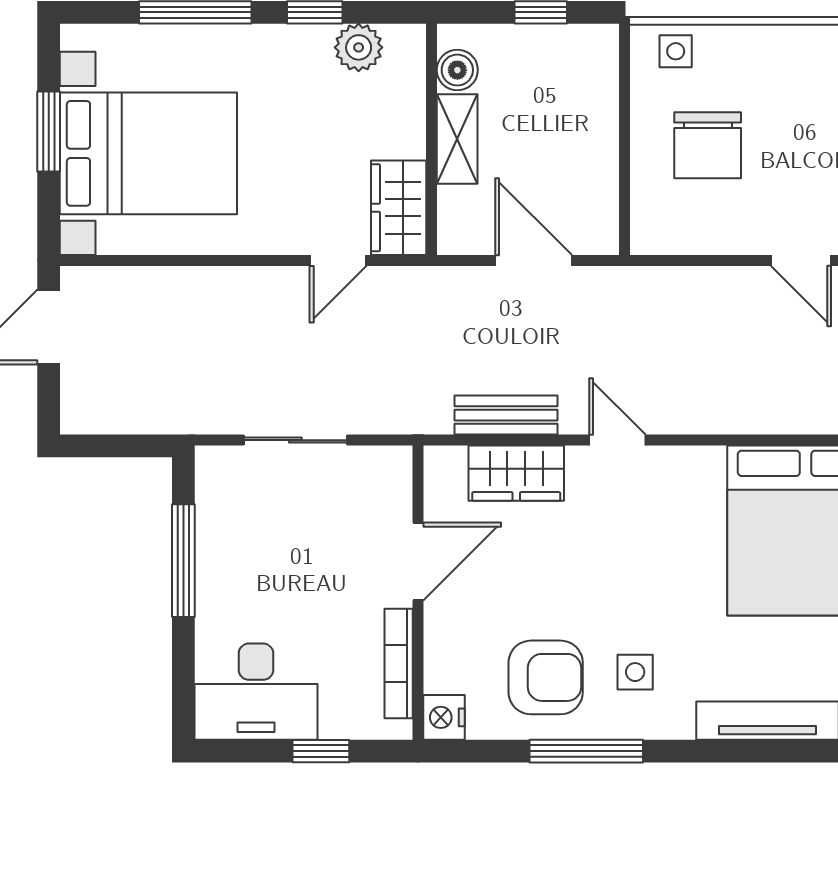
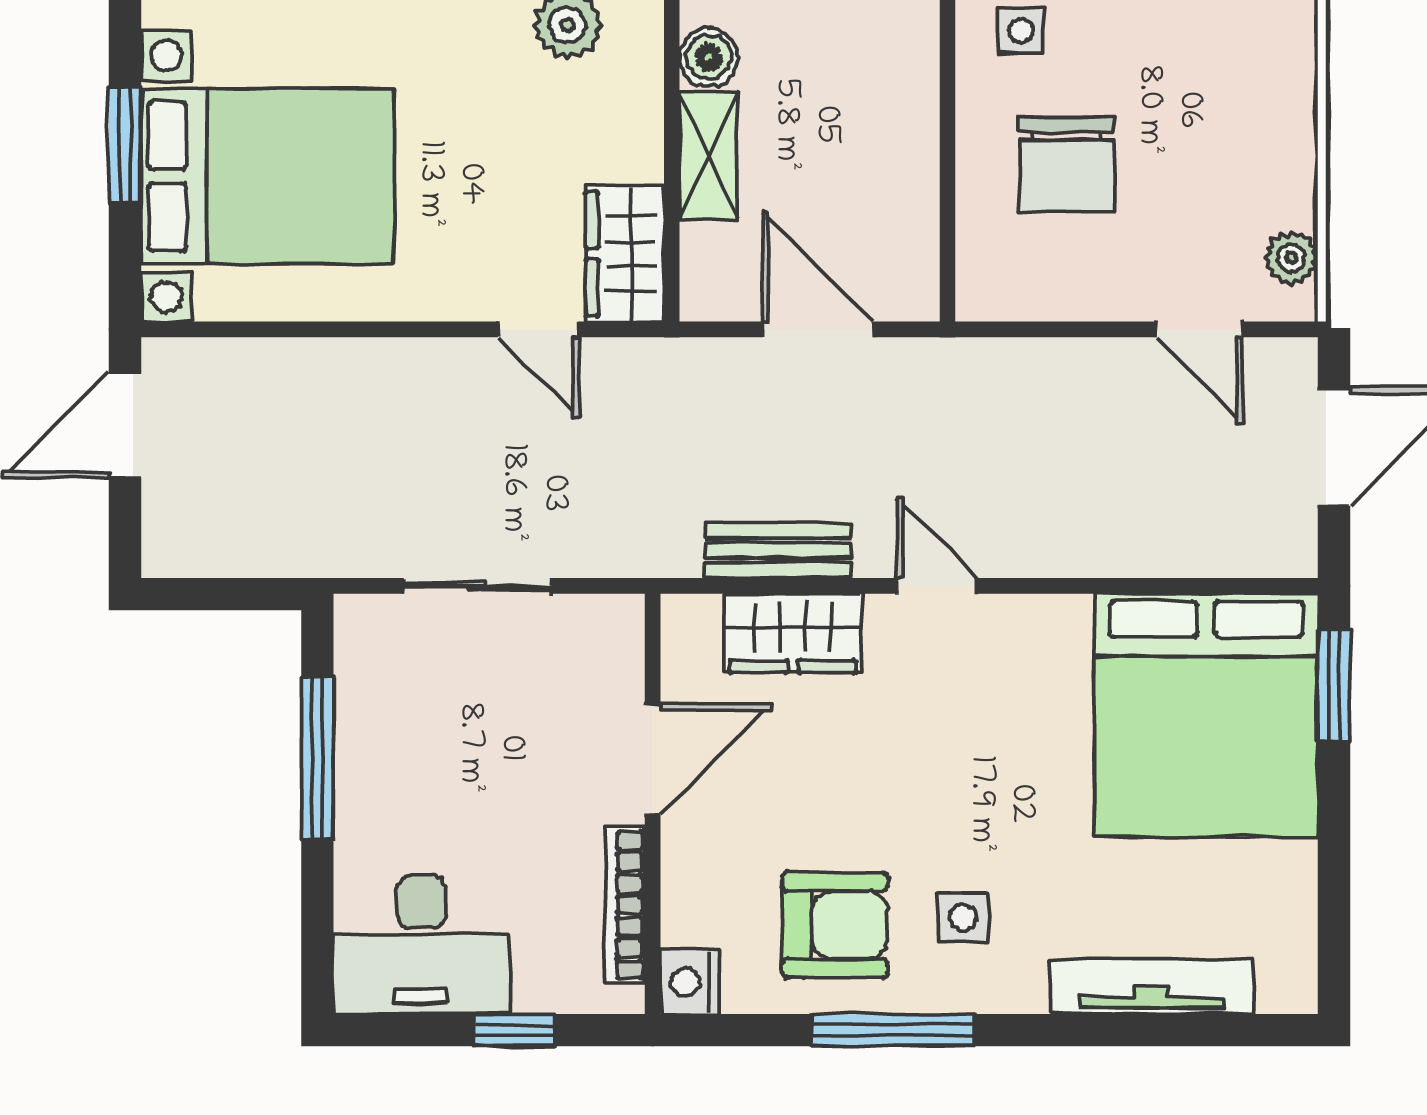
door: (338, 261) -> (538, 329), hinge flipped

